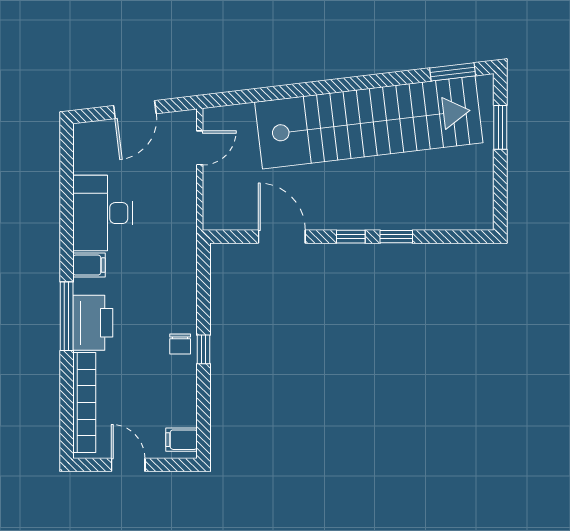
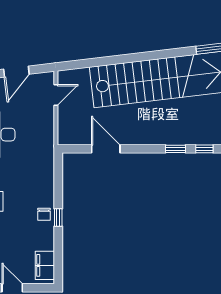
window: (351, 237) -> (204, 149), moved
filing cabinet: (182, 440) -> (45, 265), width x2.00

